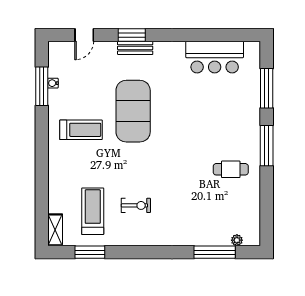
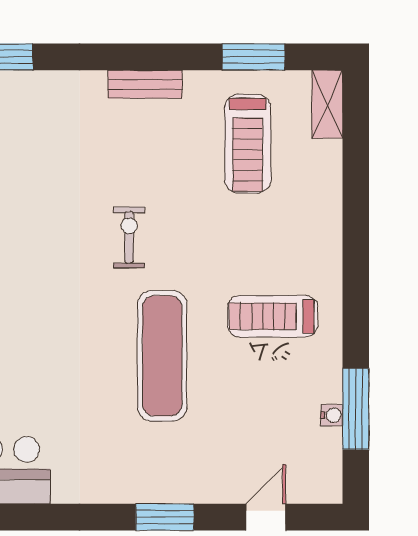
bench: (135, 48) -> (145, 84), moved
exercise mat: (133, 111) -> (162, 356), width x0.68
exercise bike: (136, 205) -> (129, 237), moved, turned 90

